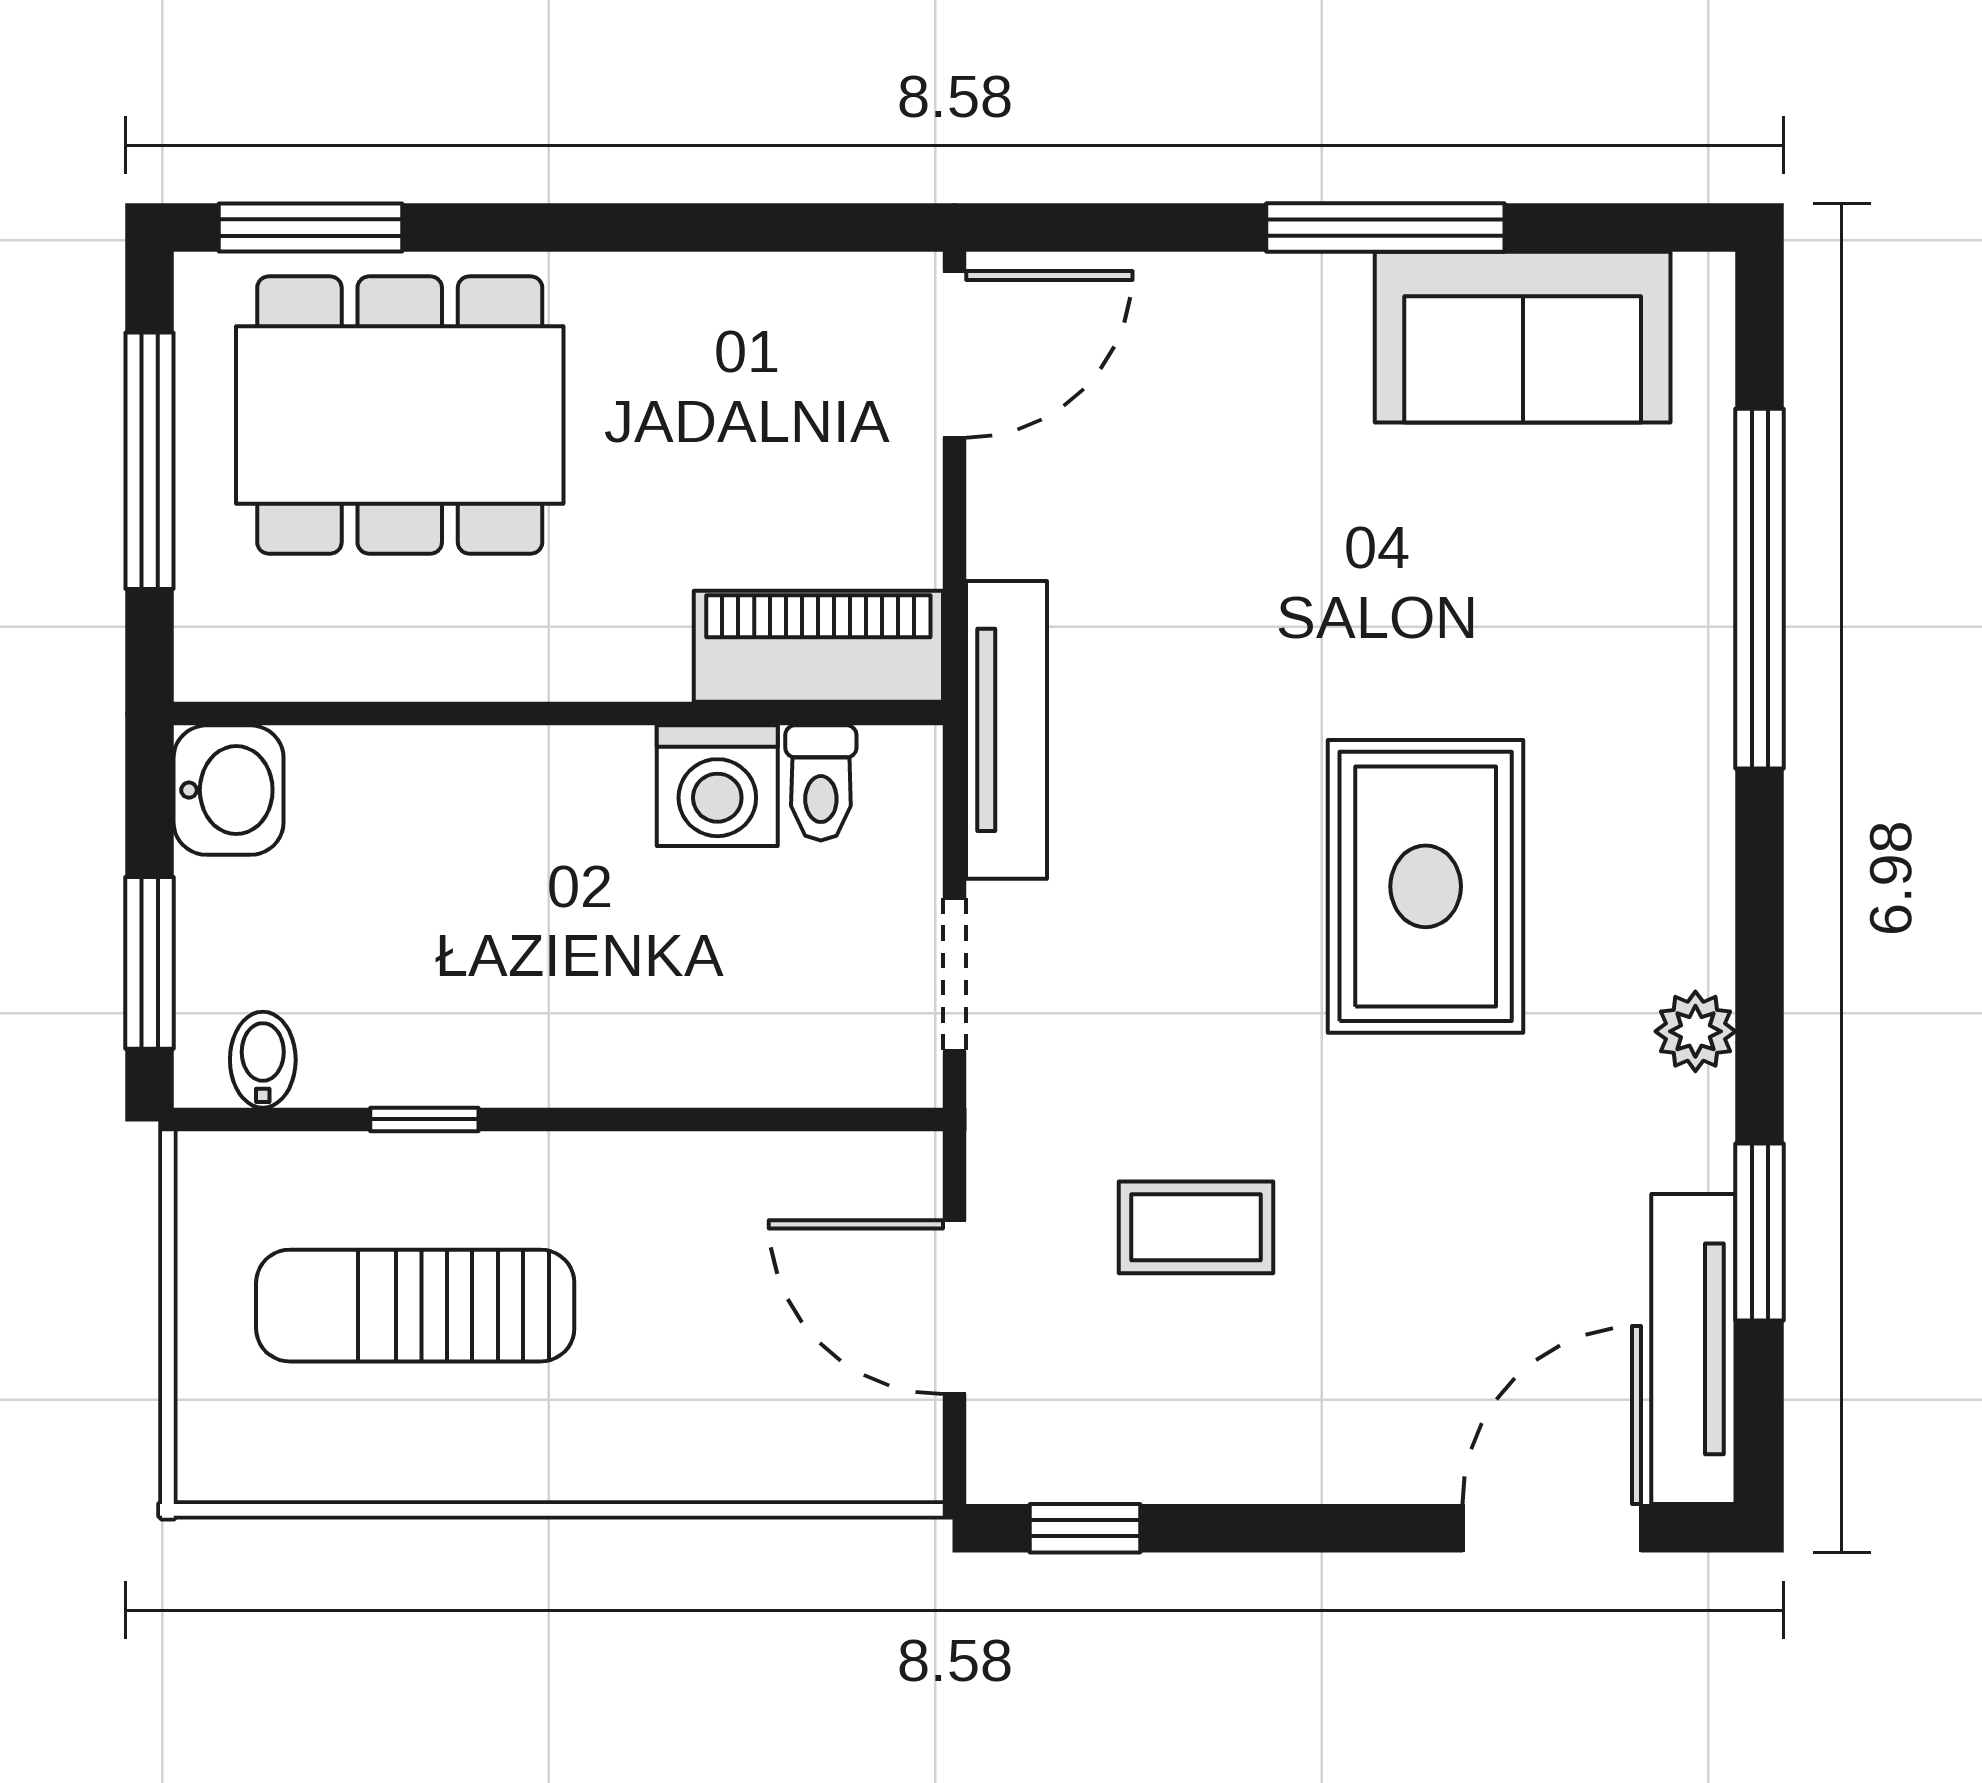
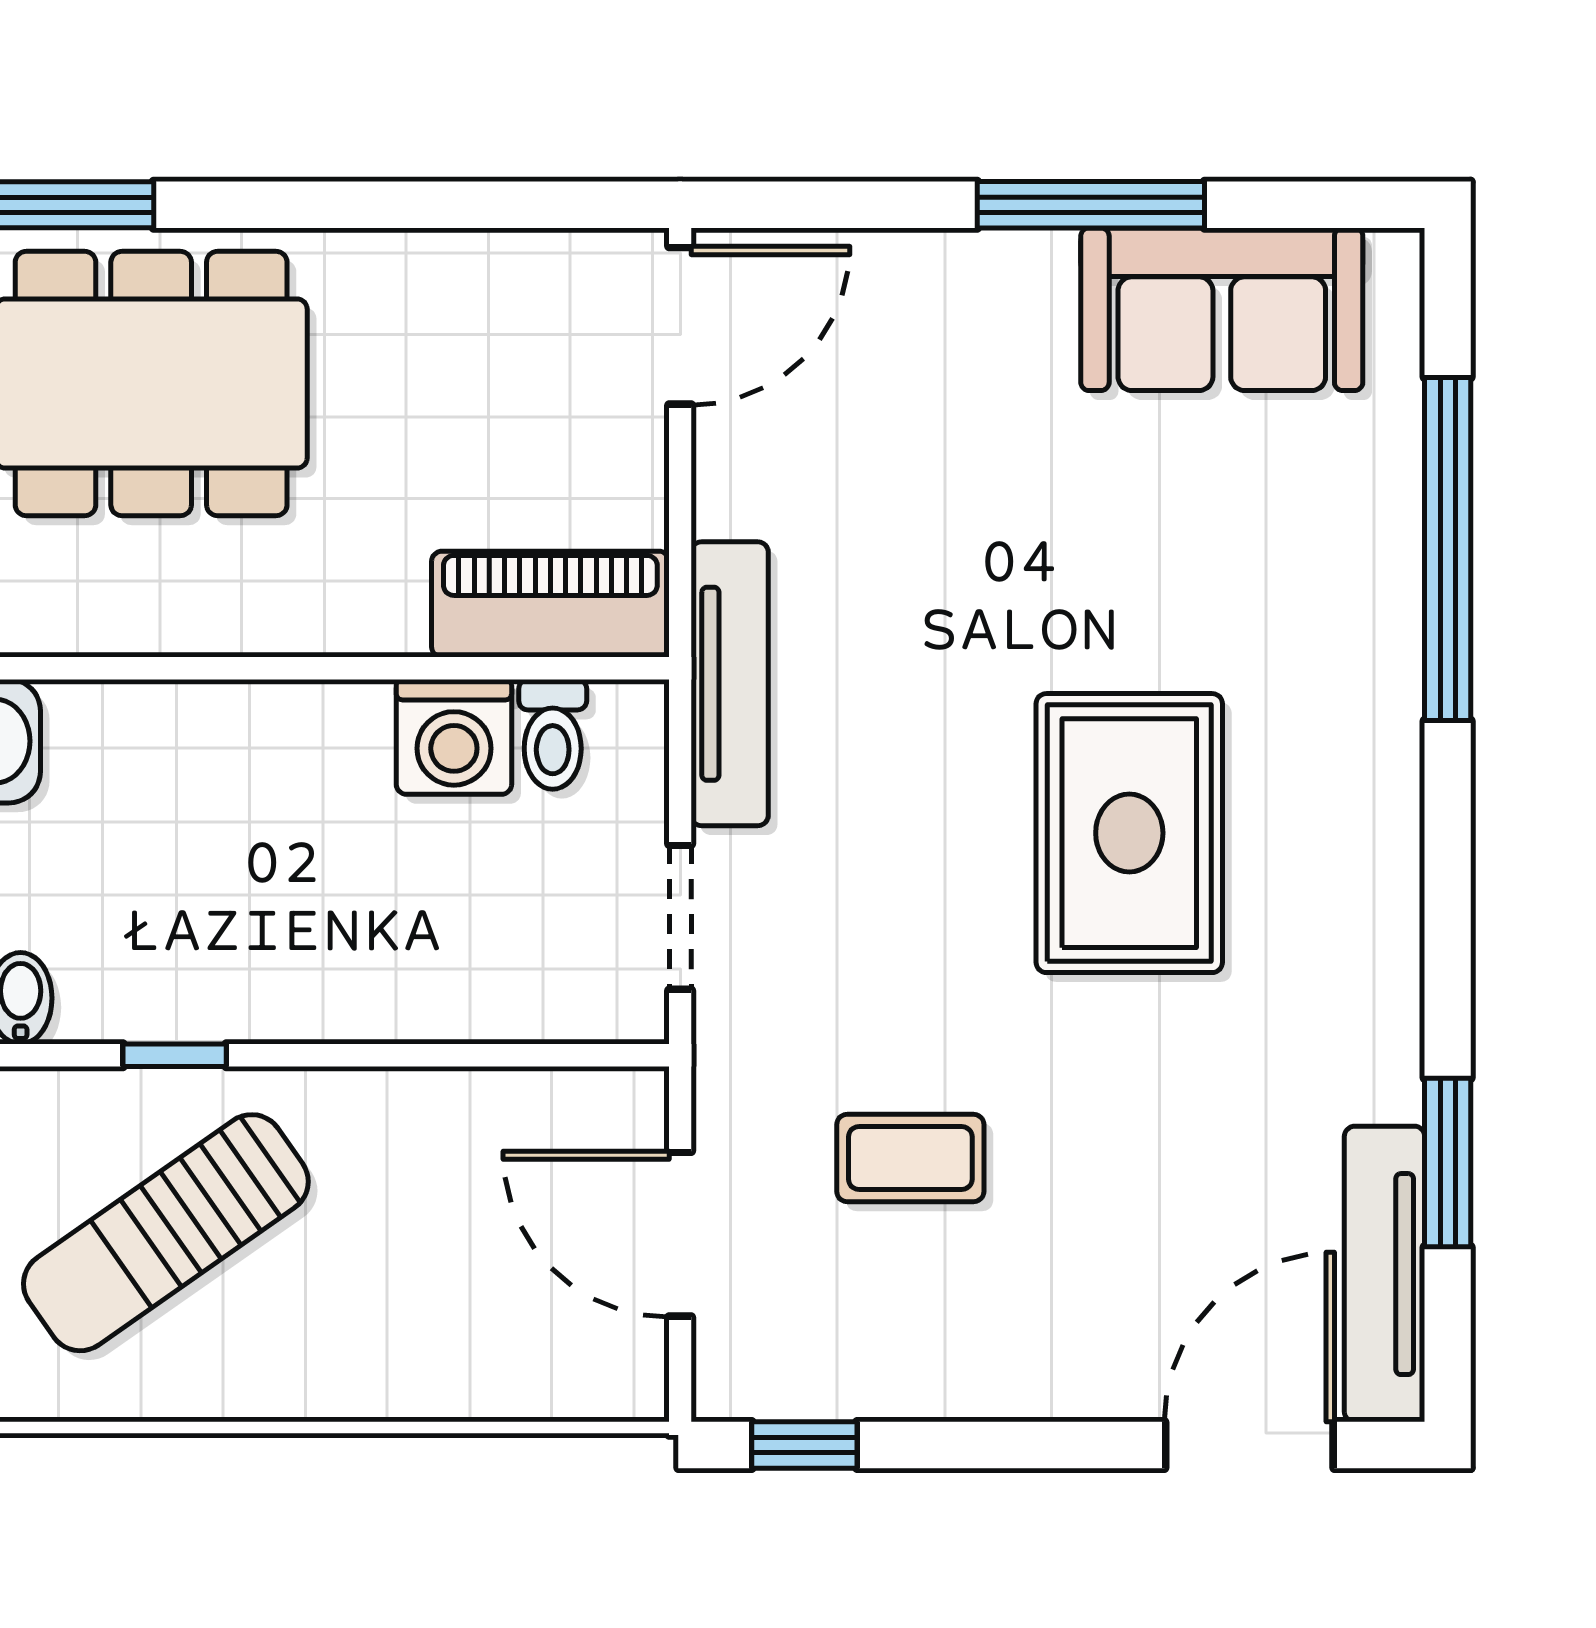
plant: (1695, 1031) -> (1387, 971), removed
sun lounger: (415, 1306) -> (166, 1233), turned -35

